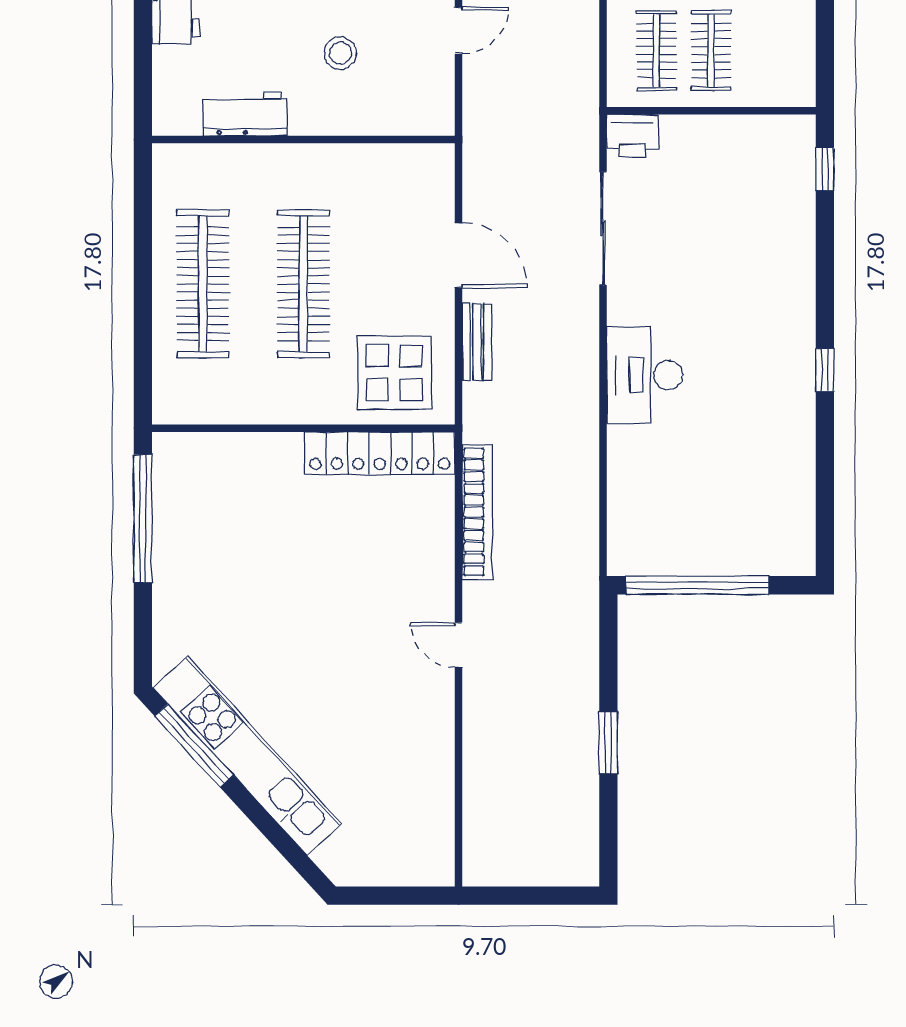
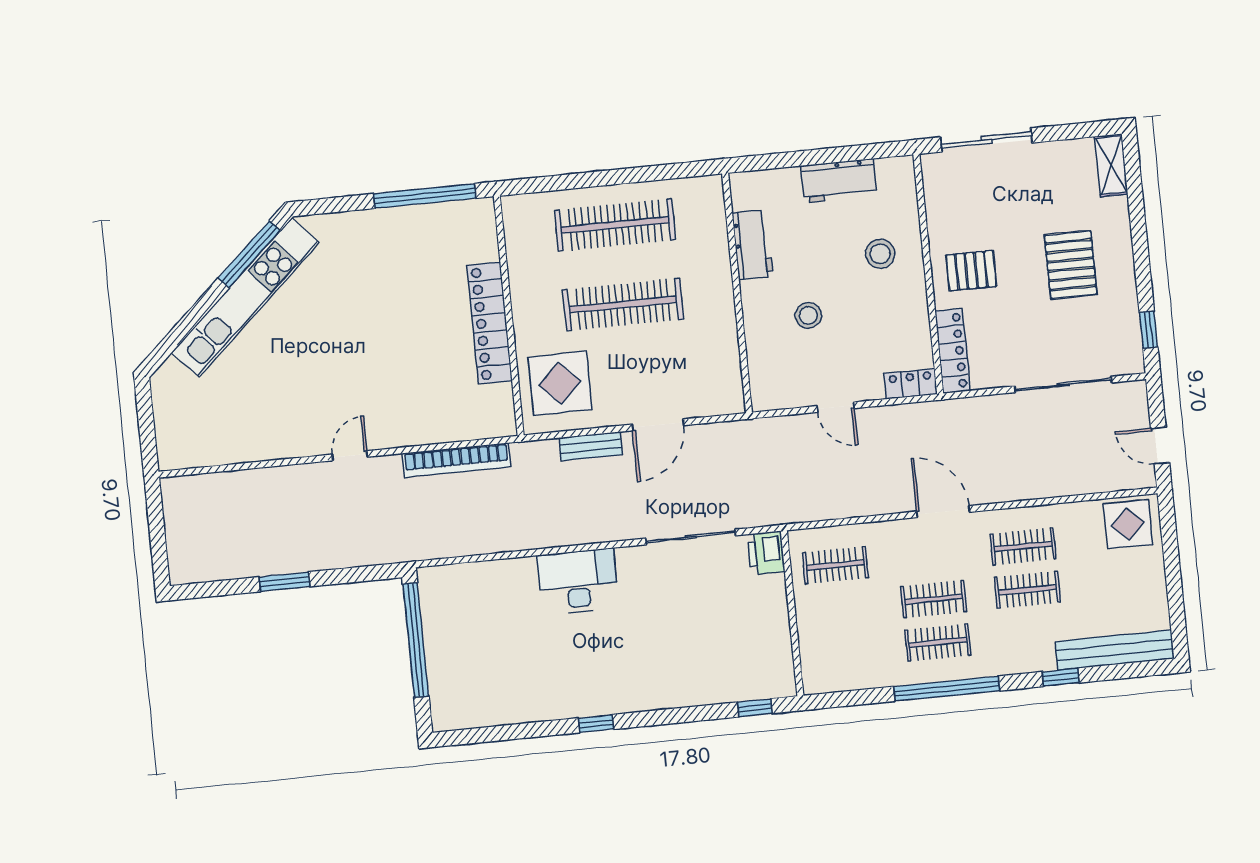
clothes rail: (711, 51) -> (840, 609), removed
locker: (380, 453) -> (490, 323), moved

